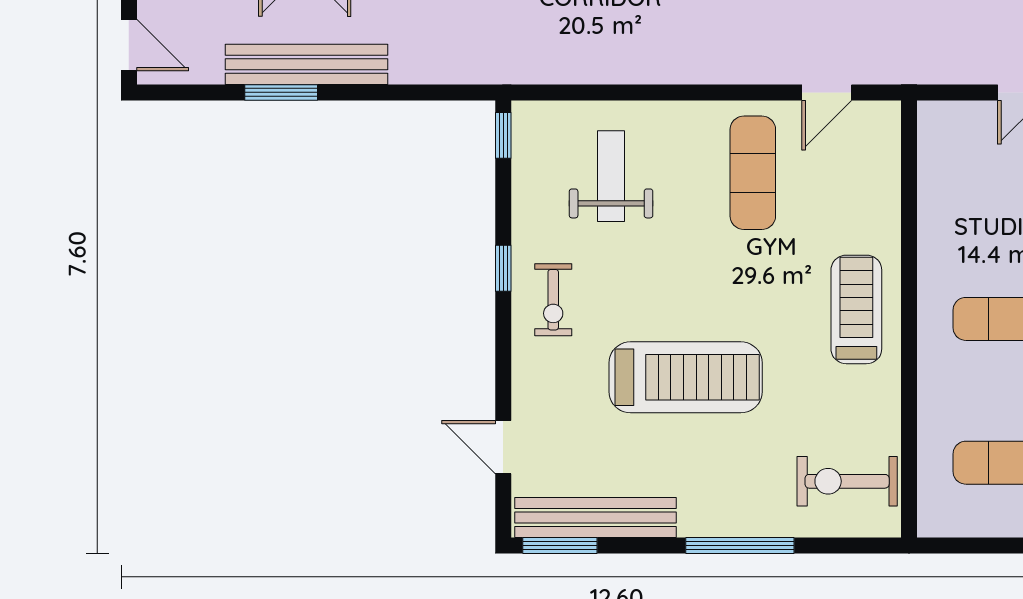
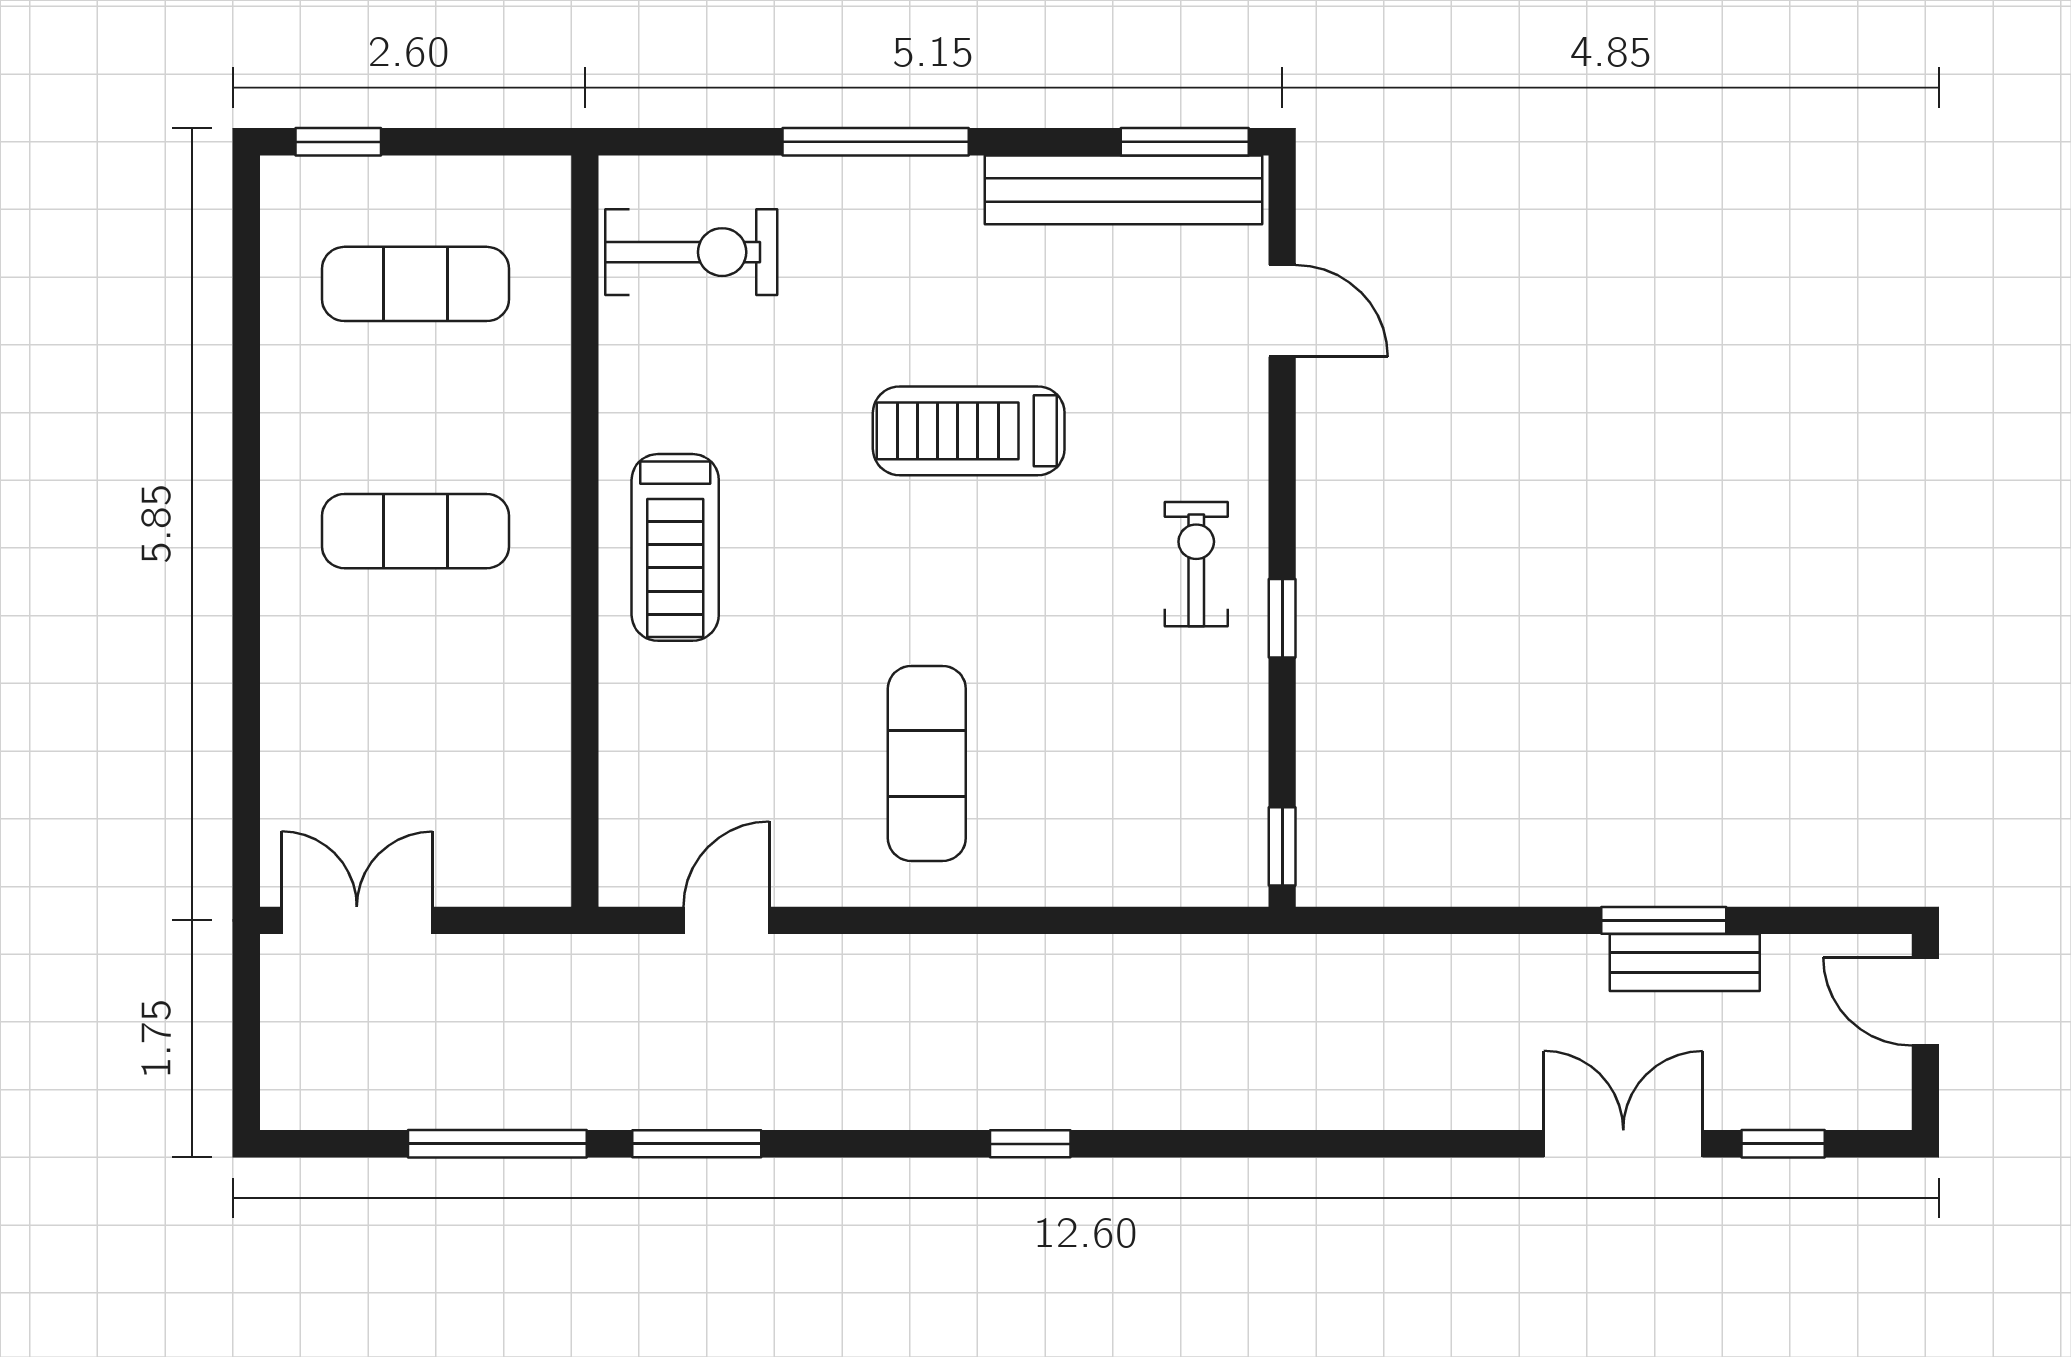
bench: (307, 64) -> (1685, 962), width x0.54, depth x0.82
exercise mat: (753, 173) -> (927, 763), moved
weight bench: (611, 176) -> (1097, 777), removed
treadmill: (686, 377) -> (969, 431), width x0.73, depth x0.73

